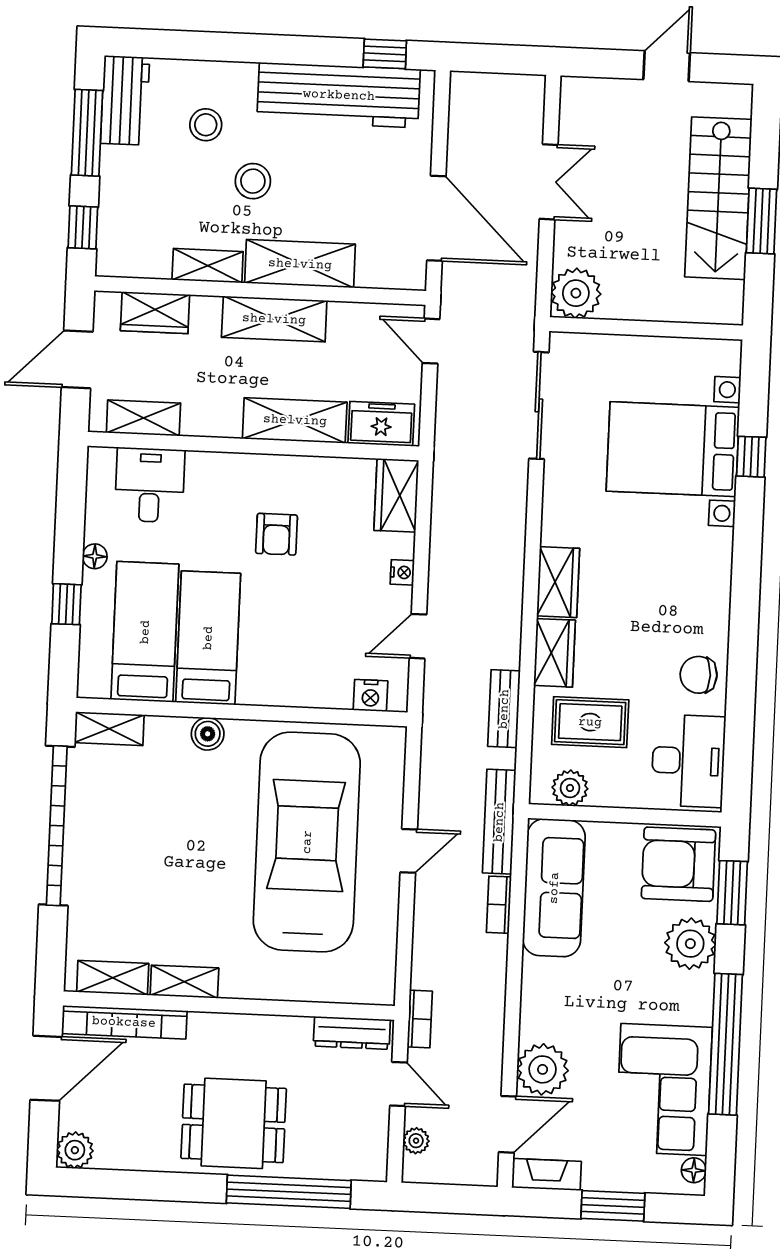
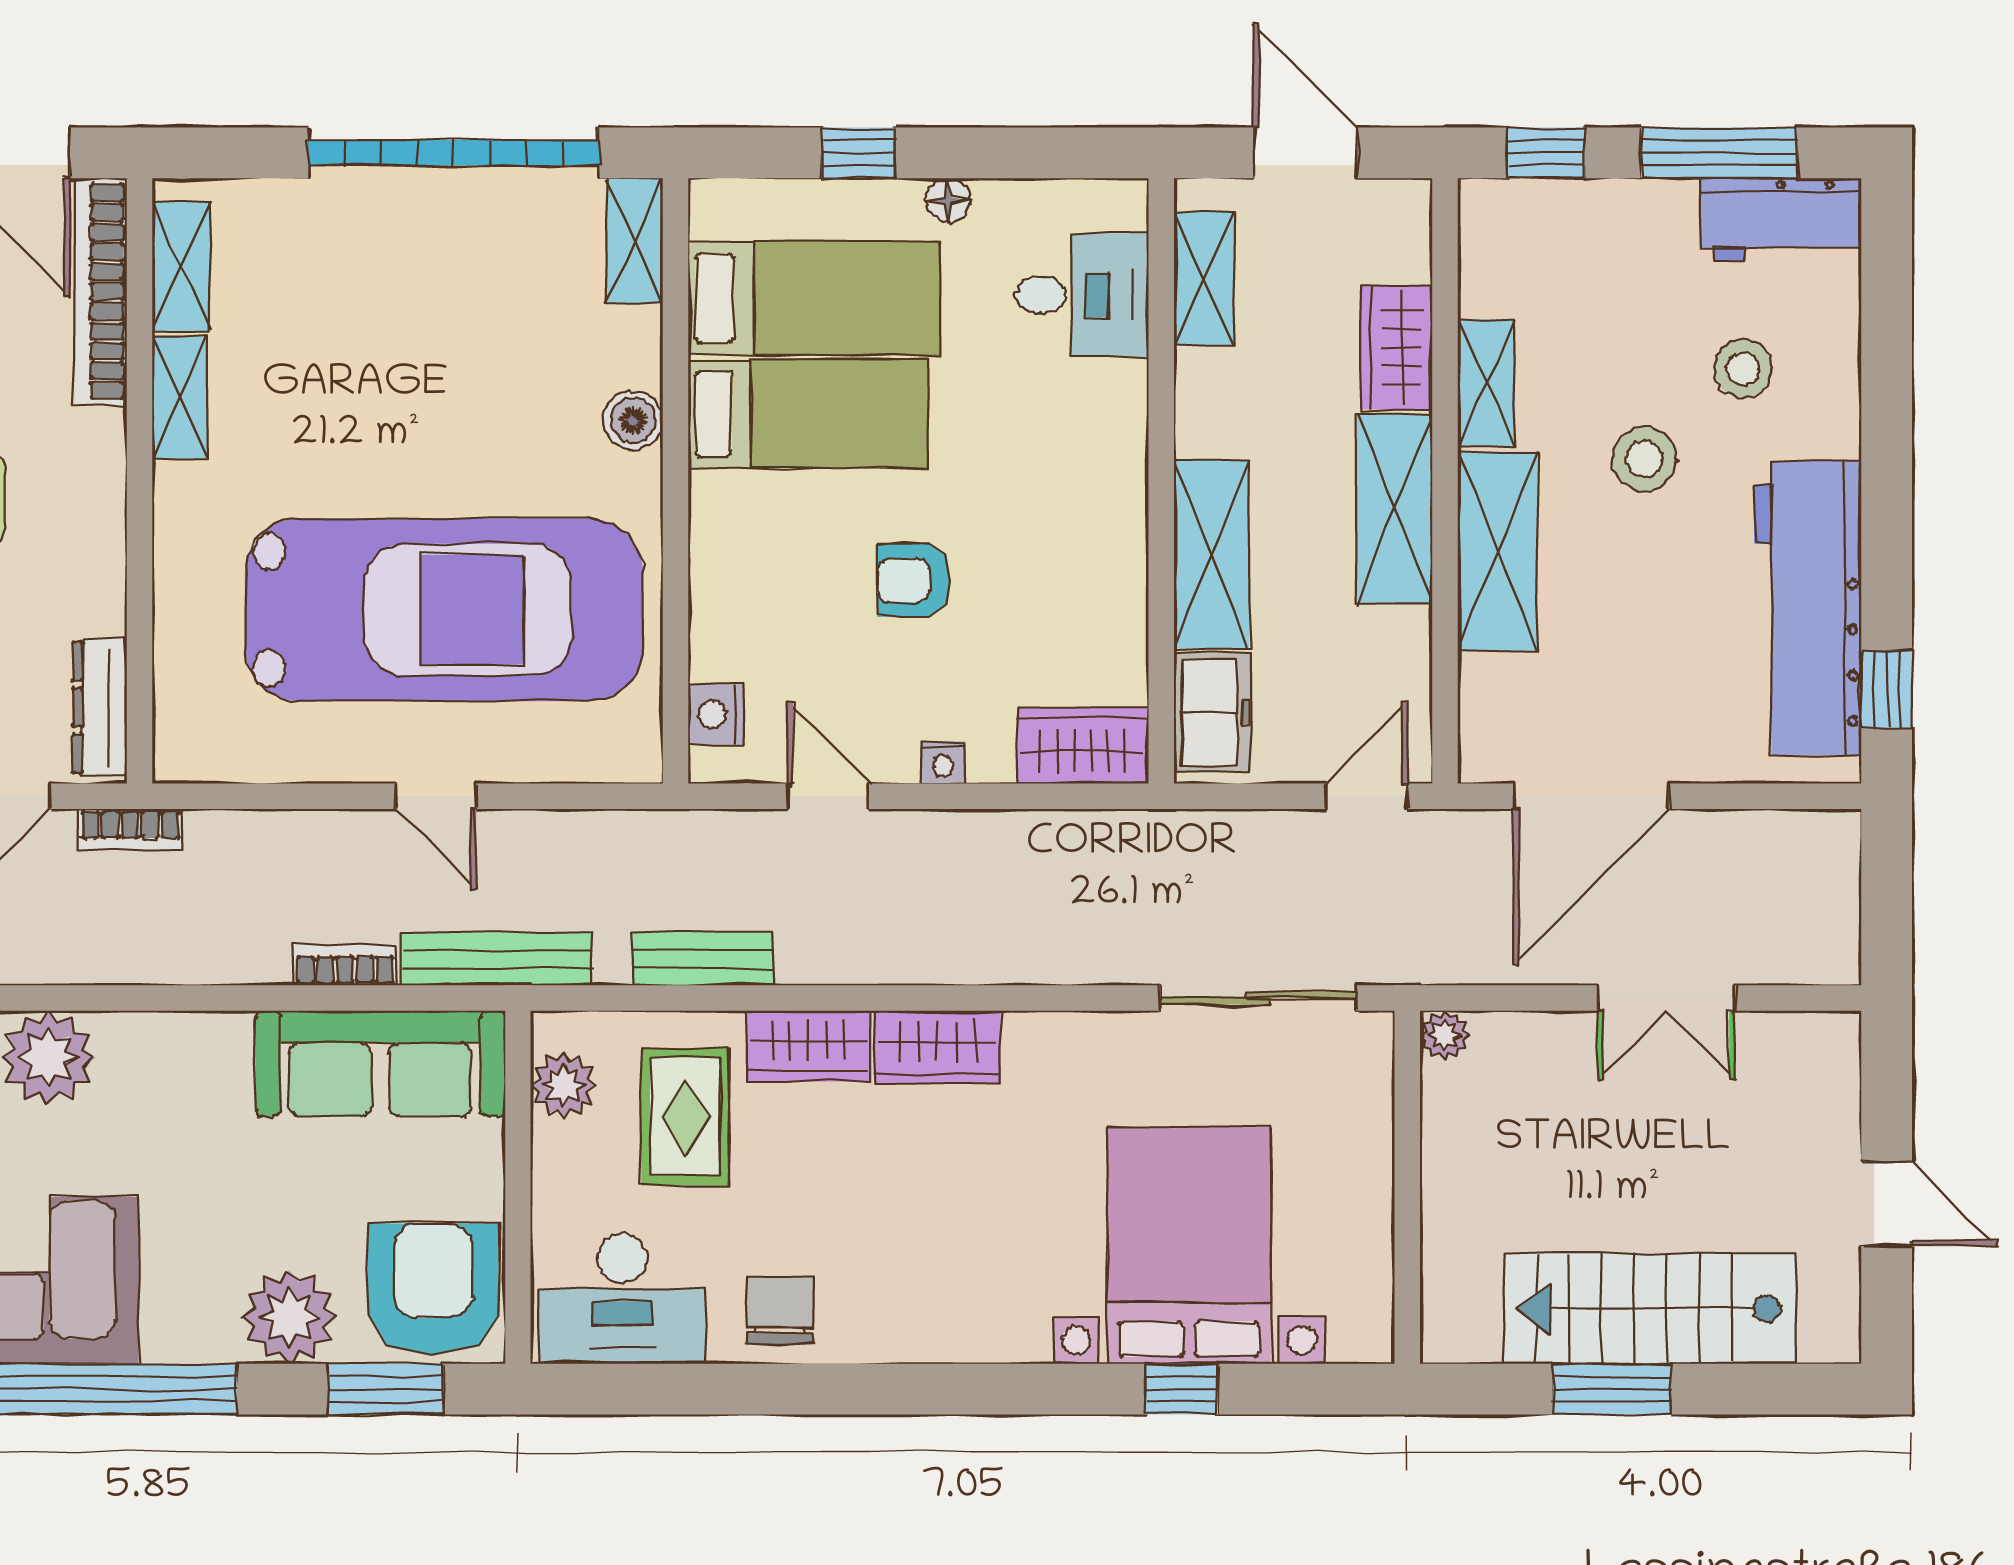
plant: (576, 293) -> (1444, 1035), width x0.53, depth x0.53
wardrobe: (155, 313) -> (1397, 347), moved
armchair: (277, 534) -> (914, 580), moved

